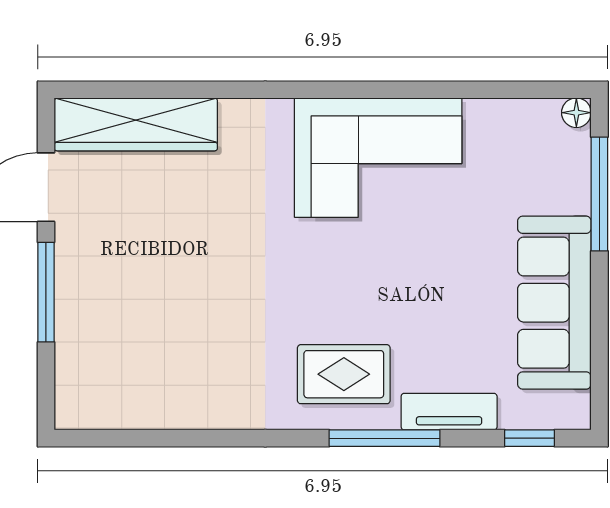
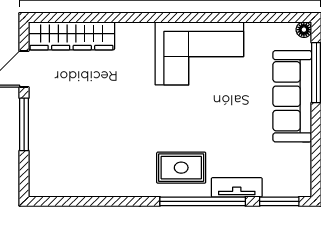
sofa: (554, 303) -> (292, 96), moved
window: (384, 438) -> (203, 201), width x1.46
window: (529, 438) -> (279, 201), width x1.50

